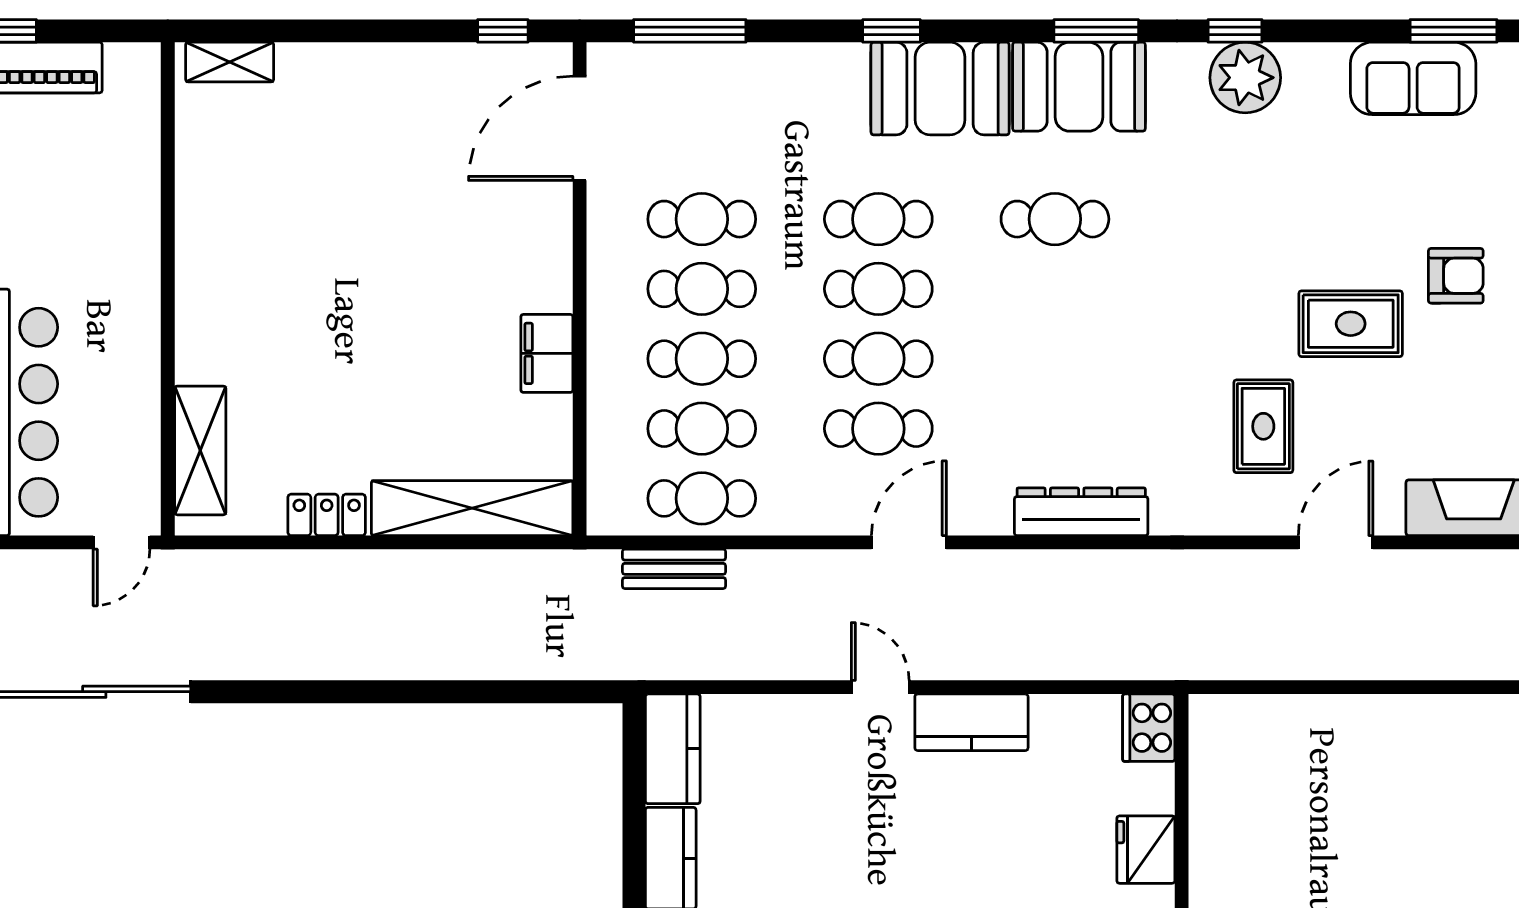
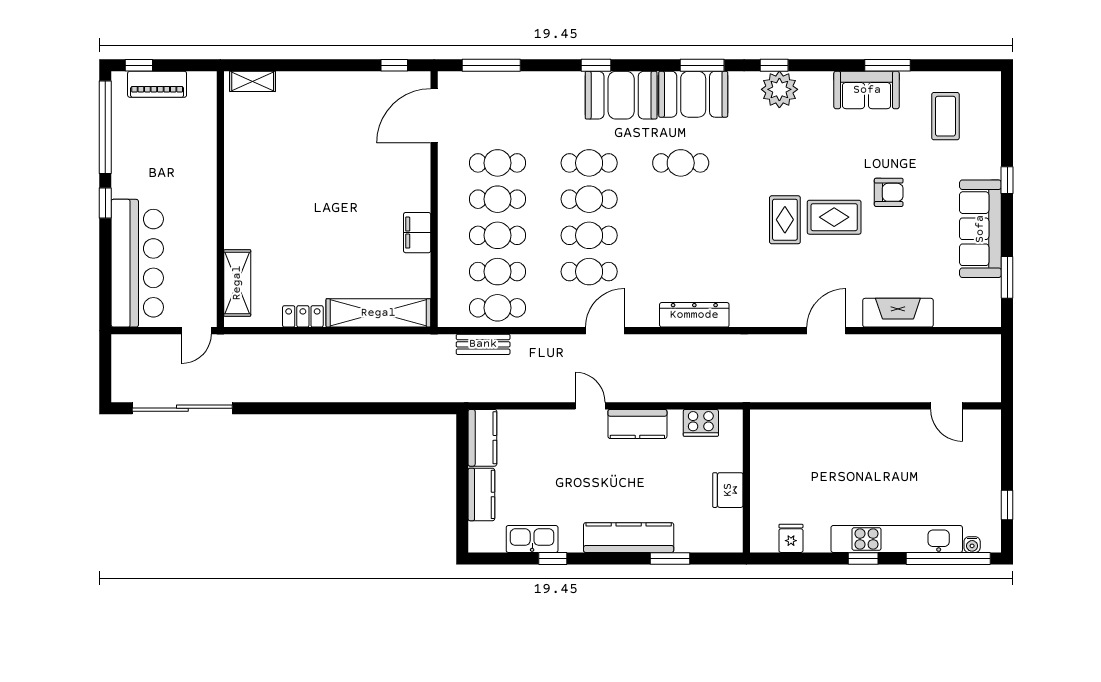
rug: (1263, 426) -> (785, 220), moved
cooker: (1149, 728) -> (701, 423), moved, turned -90

